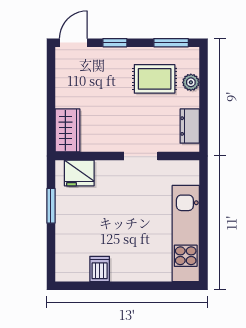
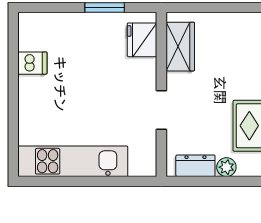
plant: (191, 82) -> (226, 167), moved
wardrobe: (67, 130) -> (180, 47), moved, turned -90

